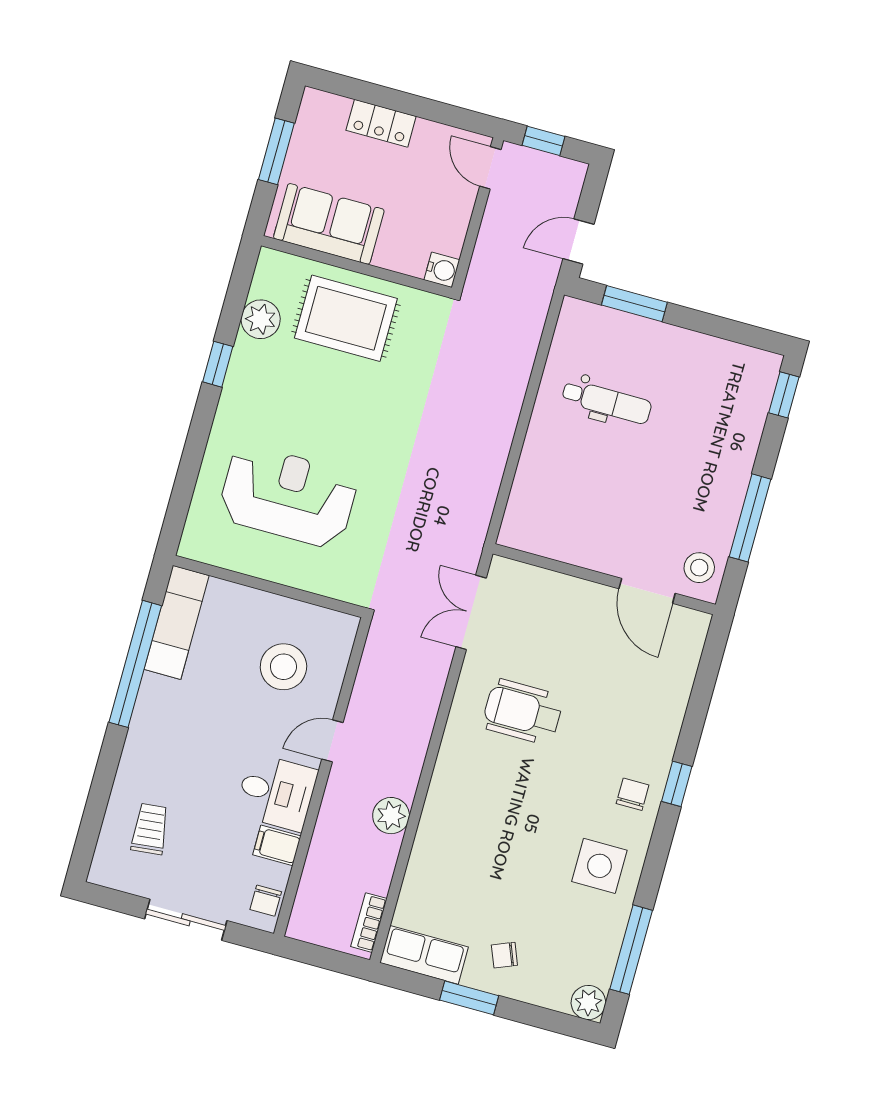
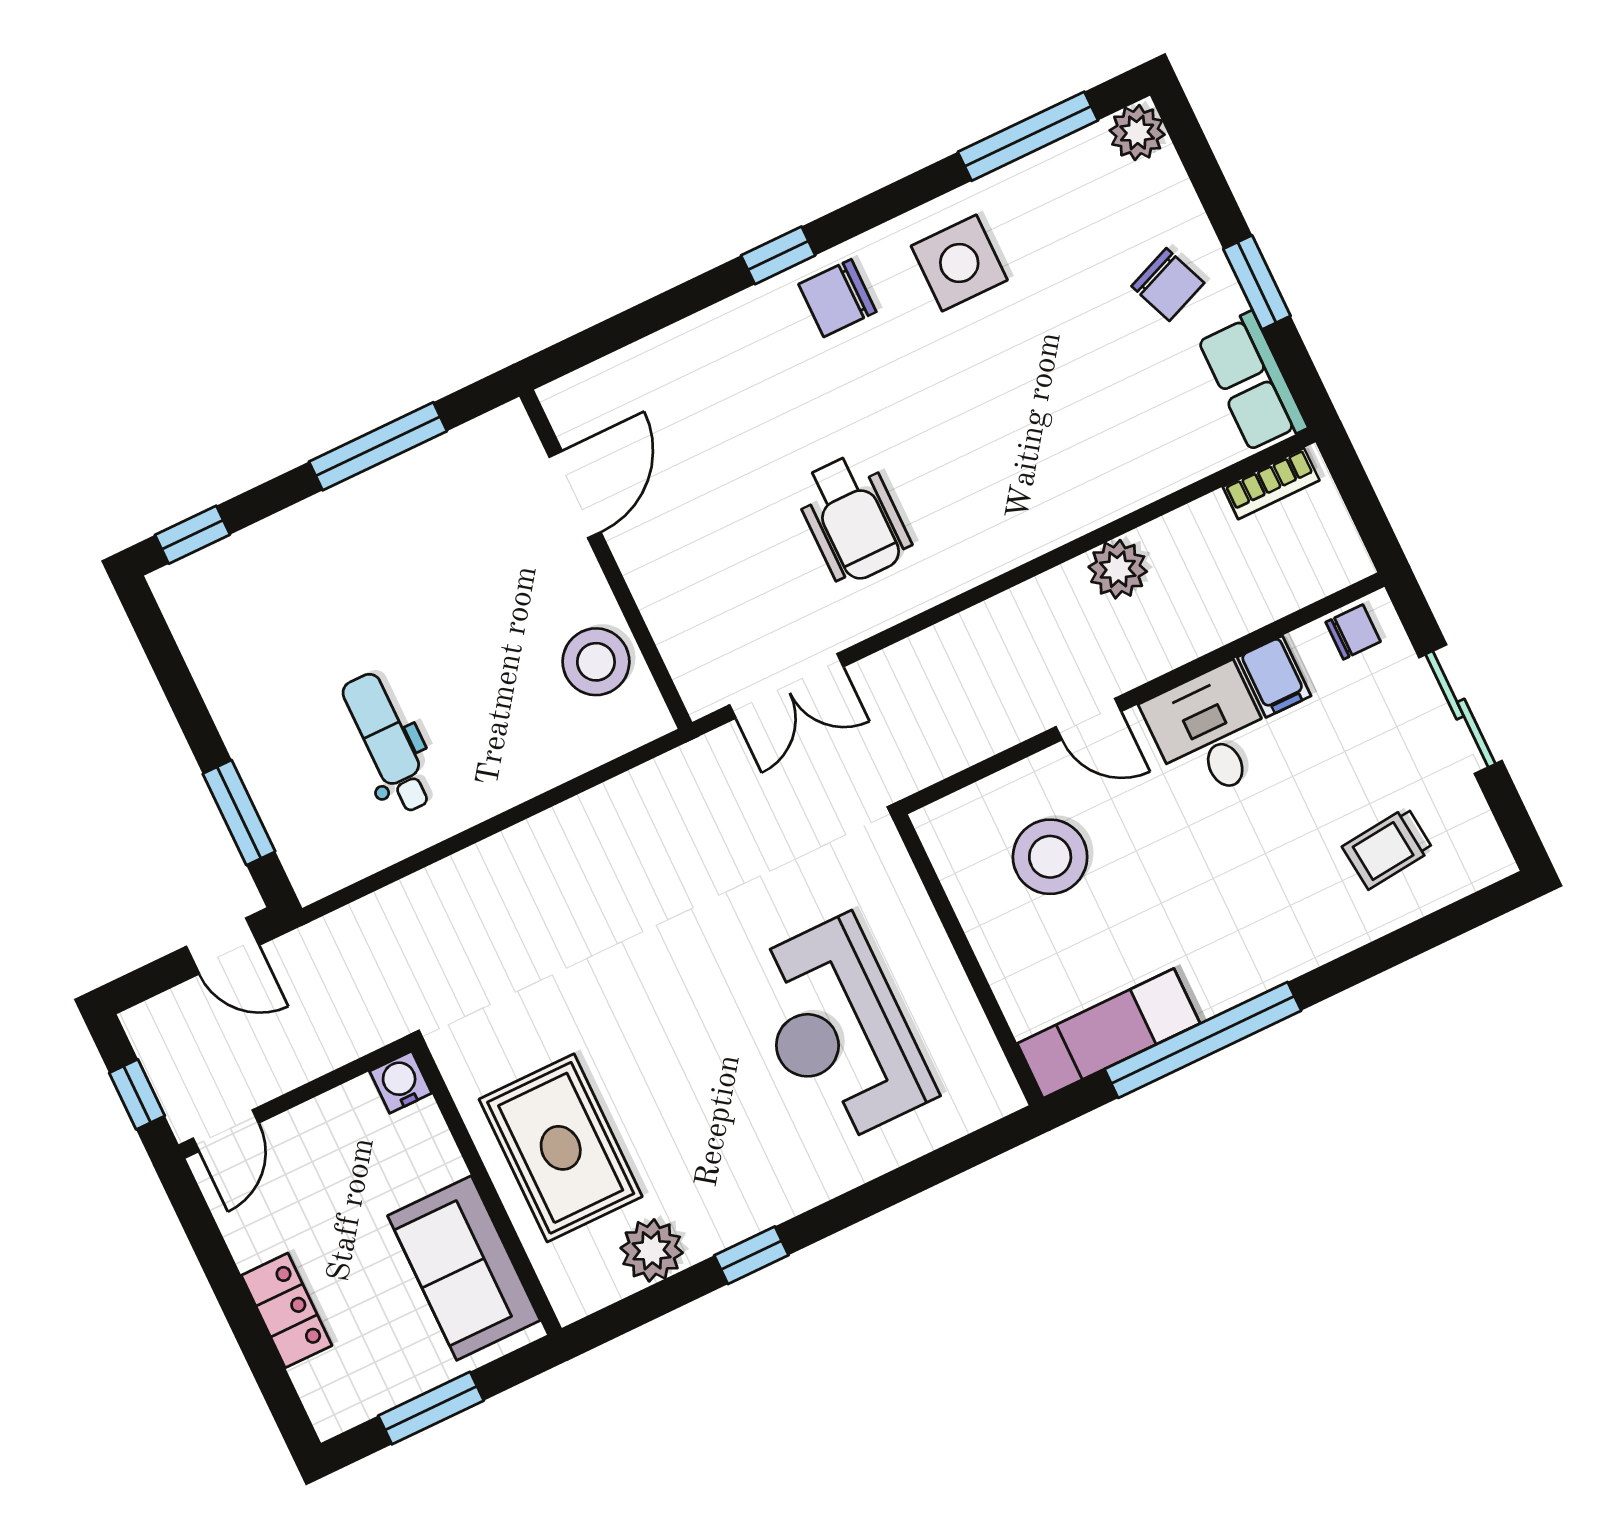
stool: (699, 568) -> (596, 662), moved, width x1.38, depth x1.38
chair: (633, 794) -> (837, 298), width x1.37, depth x1.37
chair: (504, 955) -> (1168, 285), width x1.37, depth x1.37

